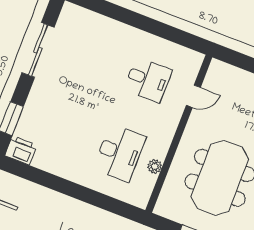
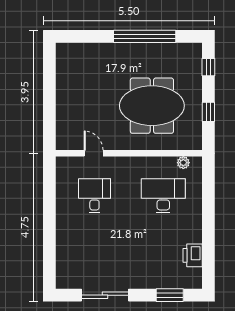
printer: (21, 150) -> (193, 255), moved
plant: (155, 166) -> (183, 163), moved

